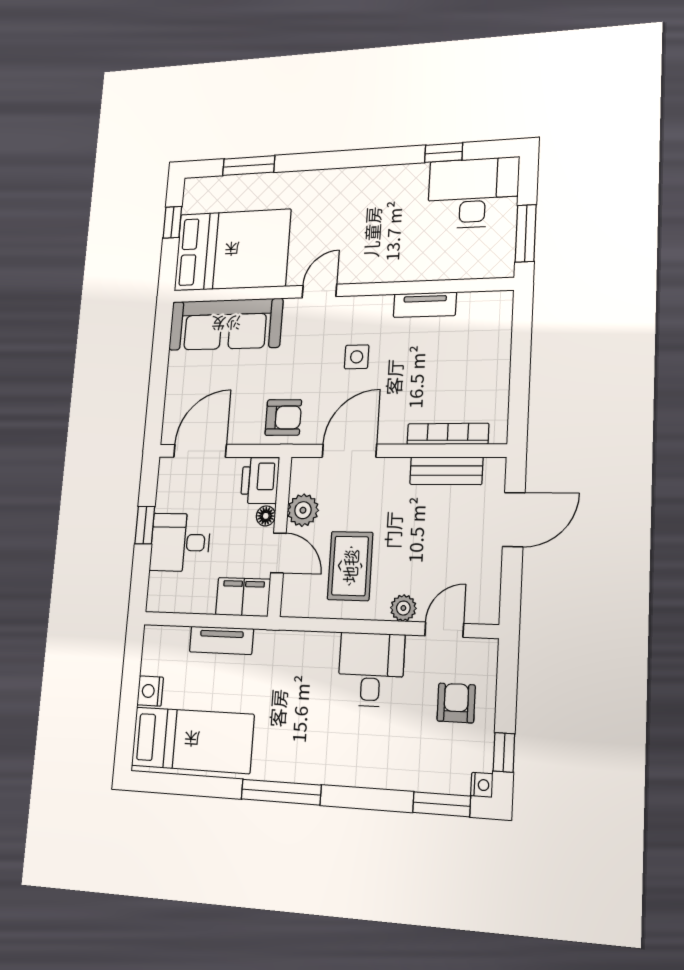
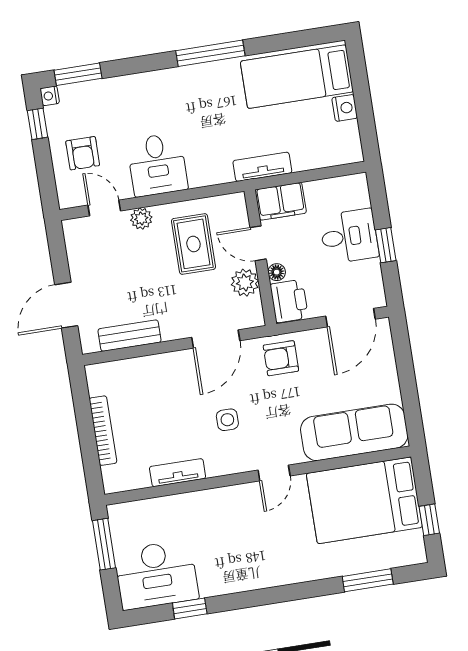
bookcase: (448, 434) -> (103, 431), moved, turned -90
door: (444, 630) -> (104, 208), swing flipped
tv unit: (221, 640) -> (262, 167), moved

